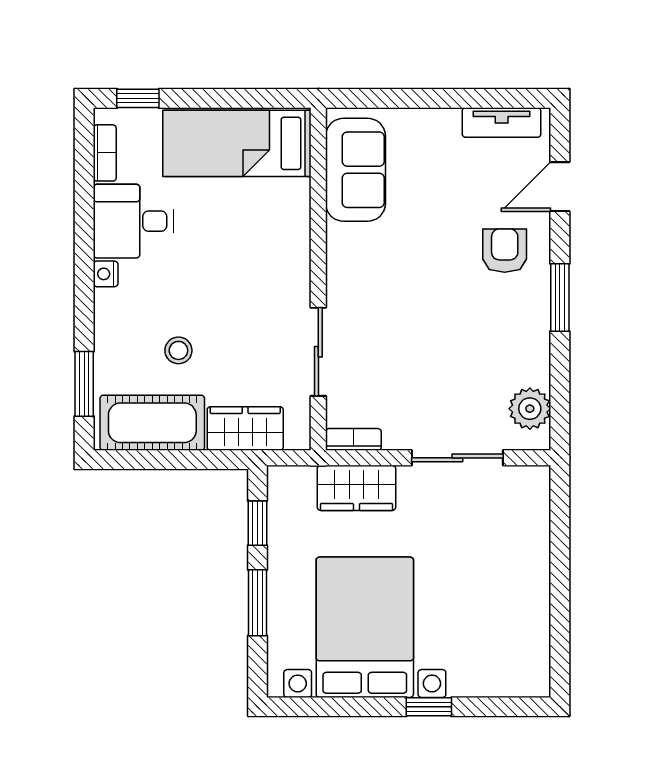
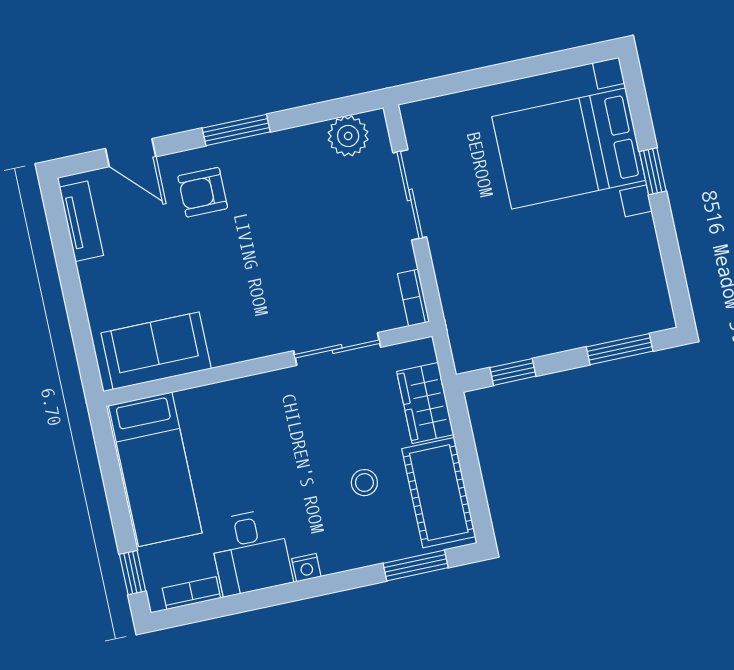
wardrobe: (356, 488) -> (459, 285), removed
window: (258, 603) -> (620, 349), moved
bed with nightstands: (365, 627) -> (569, 148), moved

